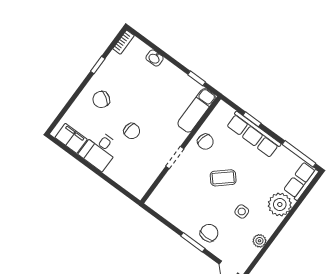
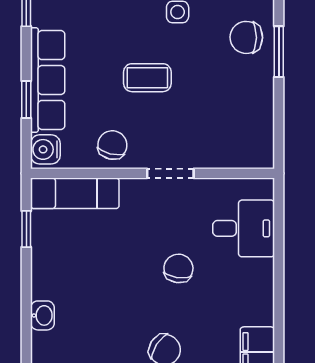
water cooler: (225, 112) -> (45, 149), added
desk: (99, 150) -> (244, 228), moved
coffee table: (223, 178) -> (147, 78), turned -49

